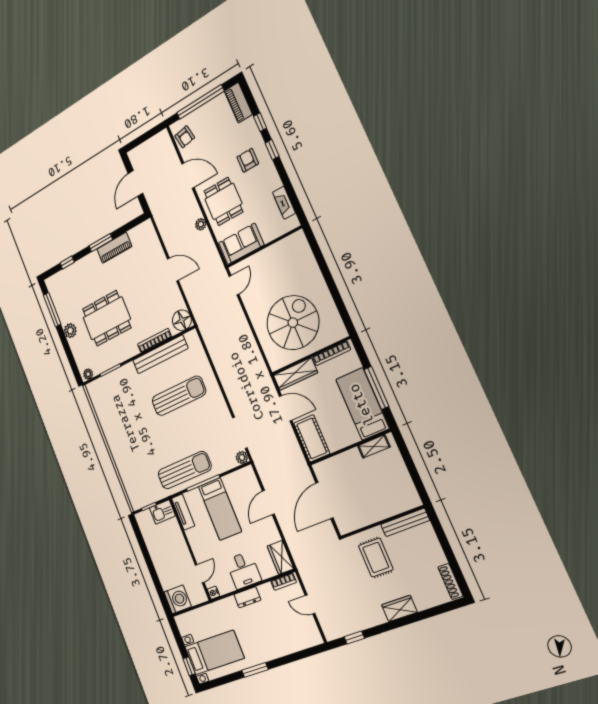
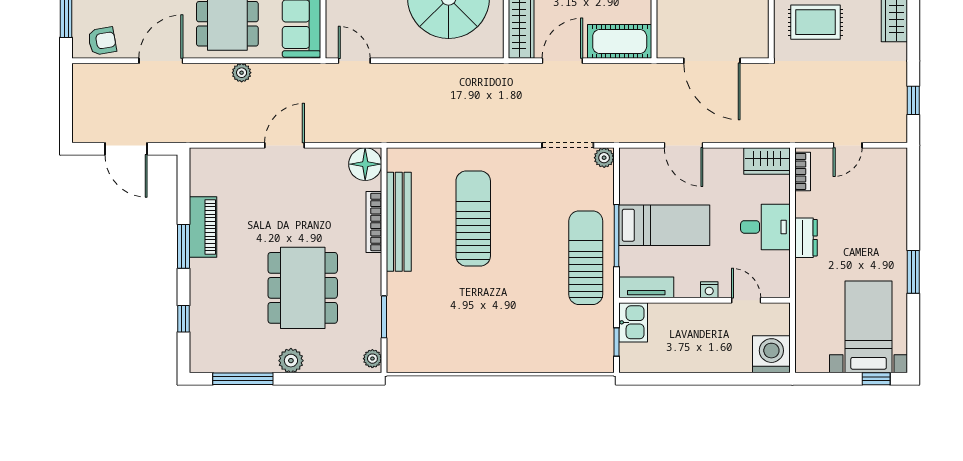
nightstand: (213, 593) -> (709, 290), moved

